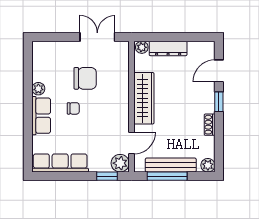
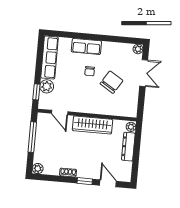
double door: (97, 37) -> (144, 73), moved
chair: (85, 78) -> (112, 82), turned -148
plant: (38, 89) -> (138, 49), moved
plant: (120, 163) -> (47, 86), moved
bench: (171, 165) -> (40, 141), removed

